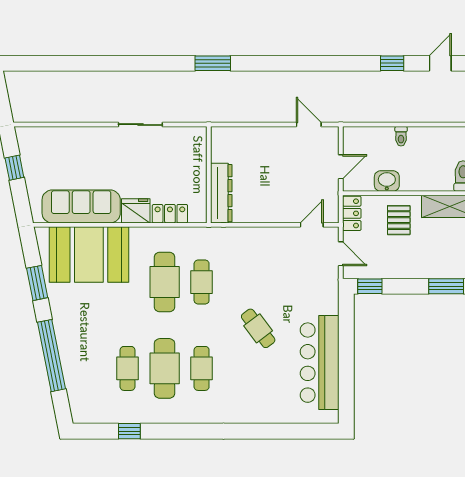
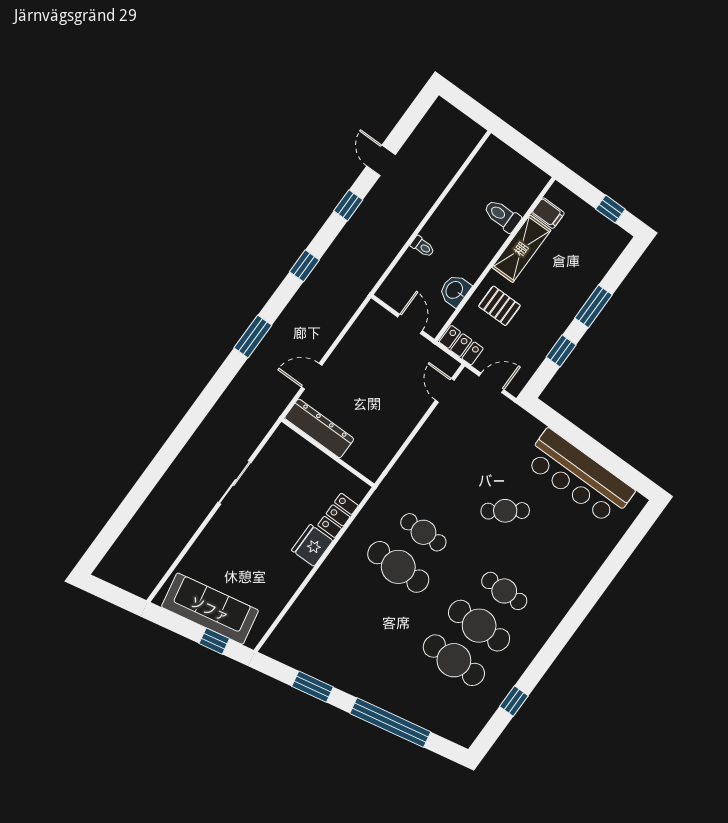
window: (213, 63) -> (253, 337), moved
window: (328, 63) -> (304, 266), added
door: (309, 125) -> (312, 376), moved
window: (14, 168) -> (214, 641), moved
dresser: (221, 193) -> (319, 428), moved
sofa: (81, 206) -> (210, 609), moved, turned 79
booth: (89, 255) -> (321, 619), removed
window: (370, 286) -> (561, 351), moved
cafe table: (128, 368) -> (454, 660), width x1.37, depth x1.35

